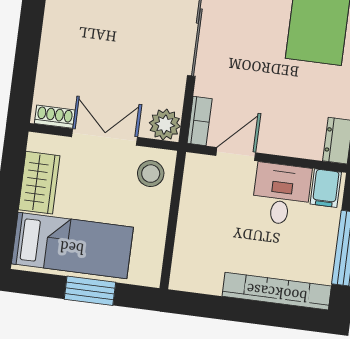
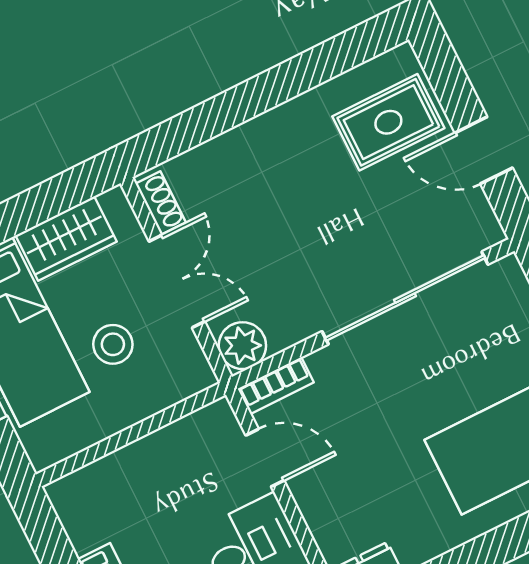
stool: (151, 174) -> (113, 344), moved

